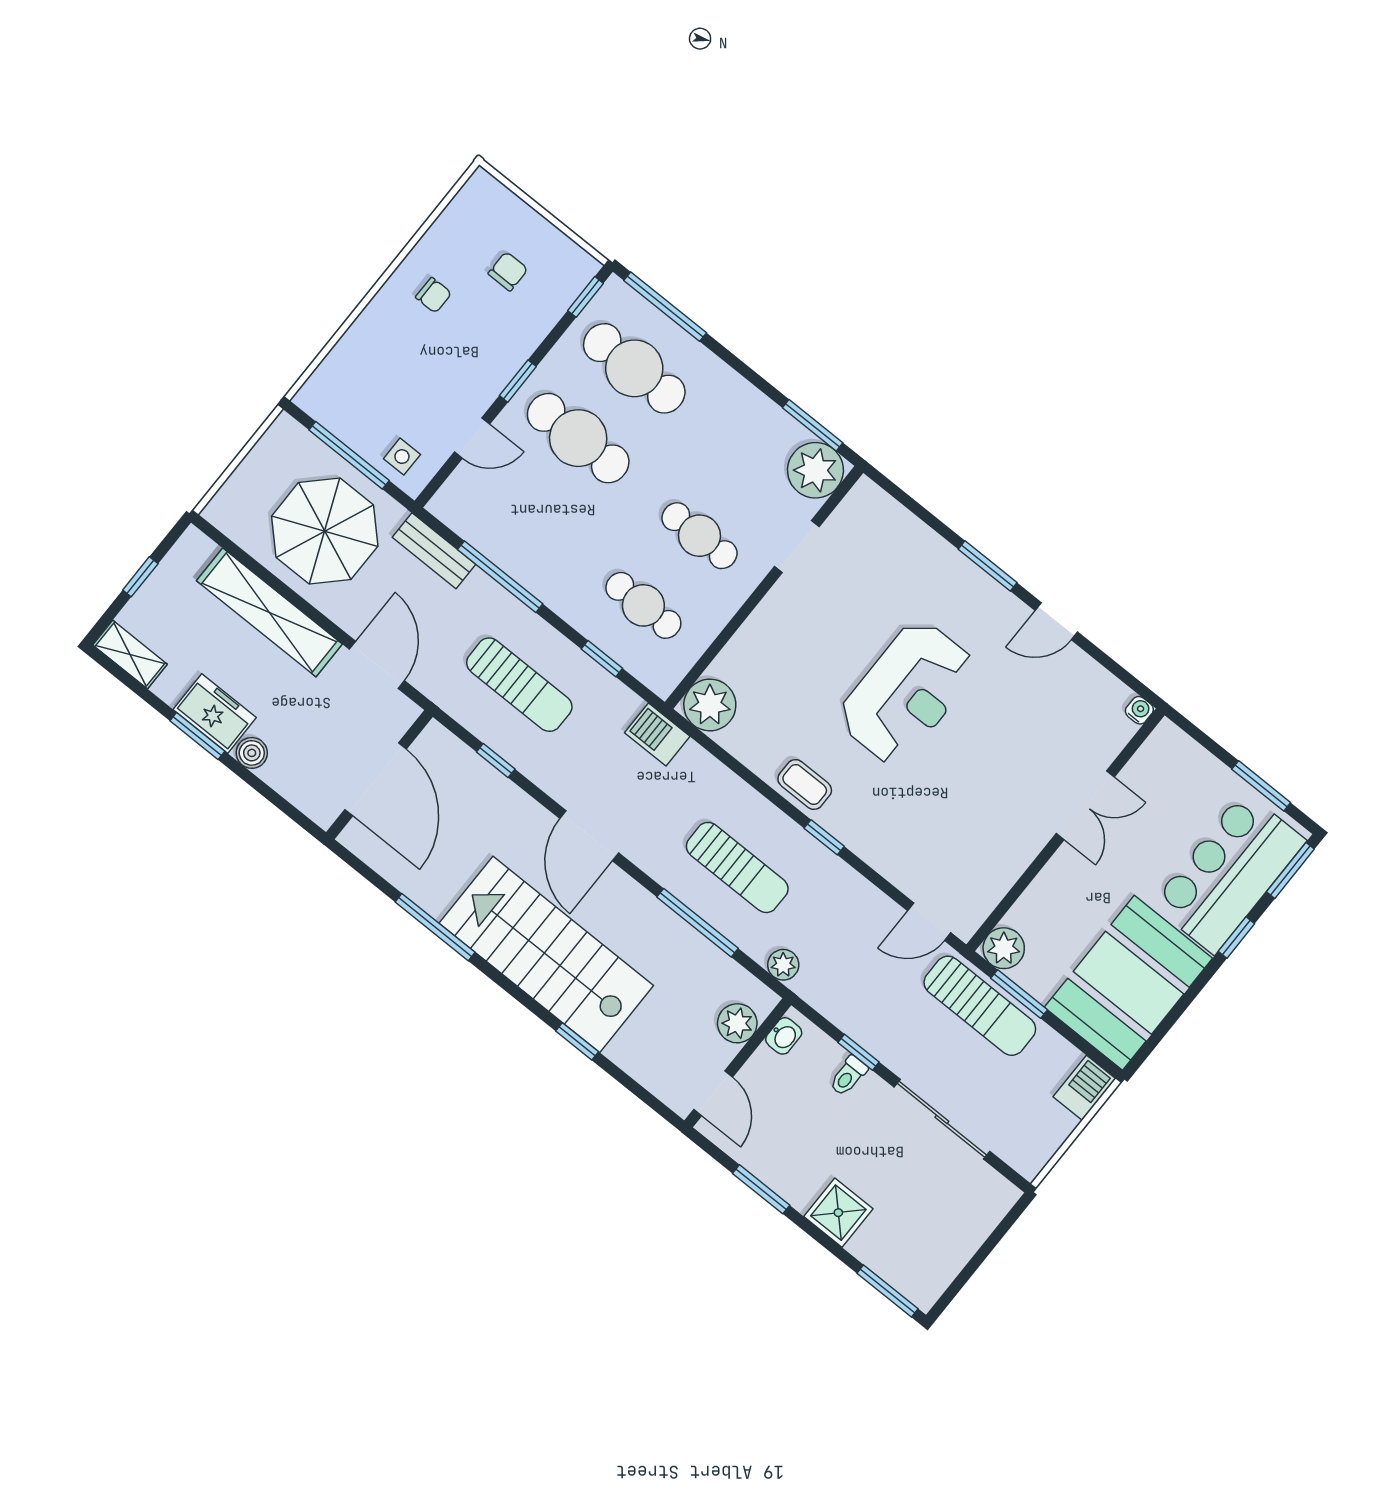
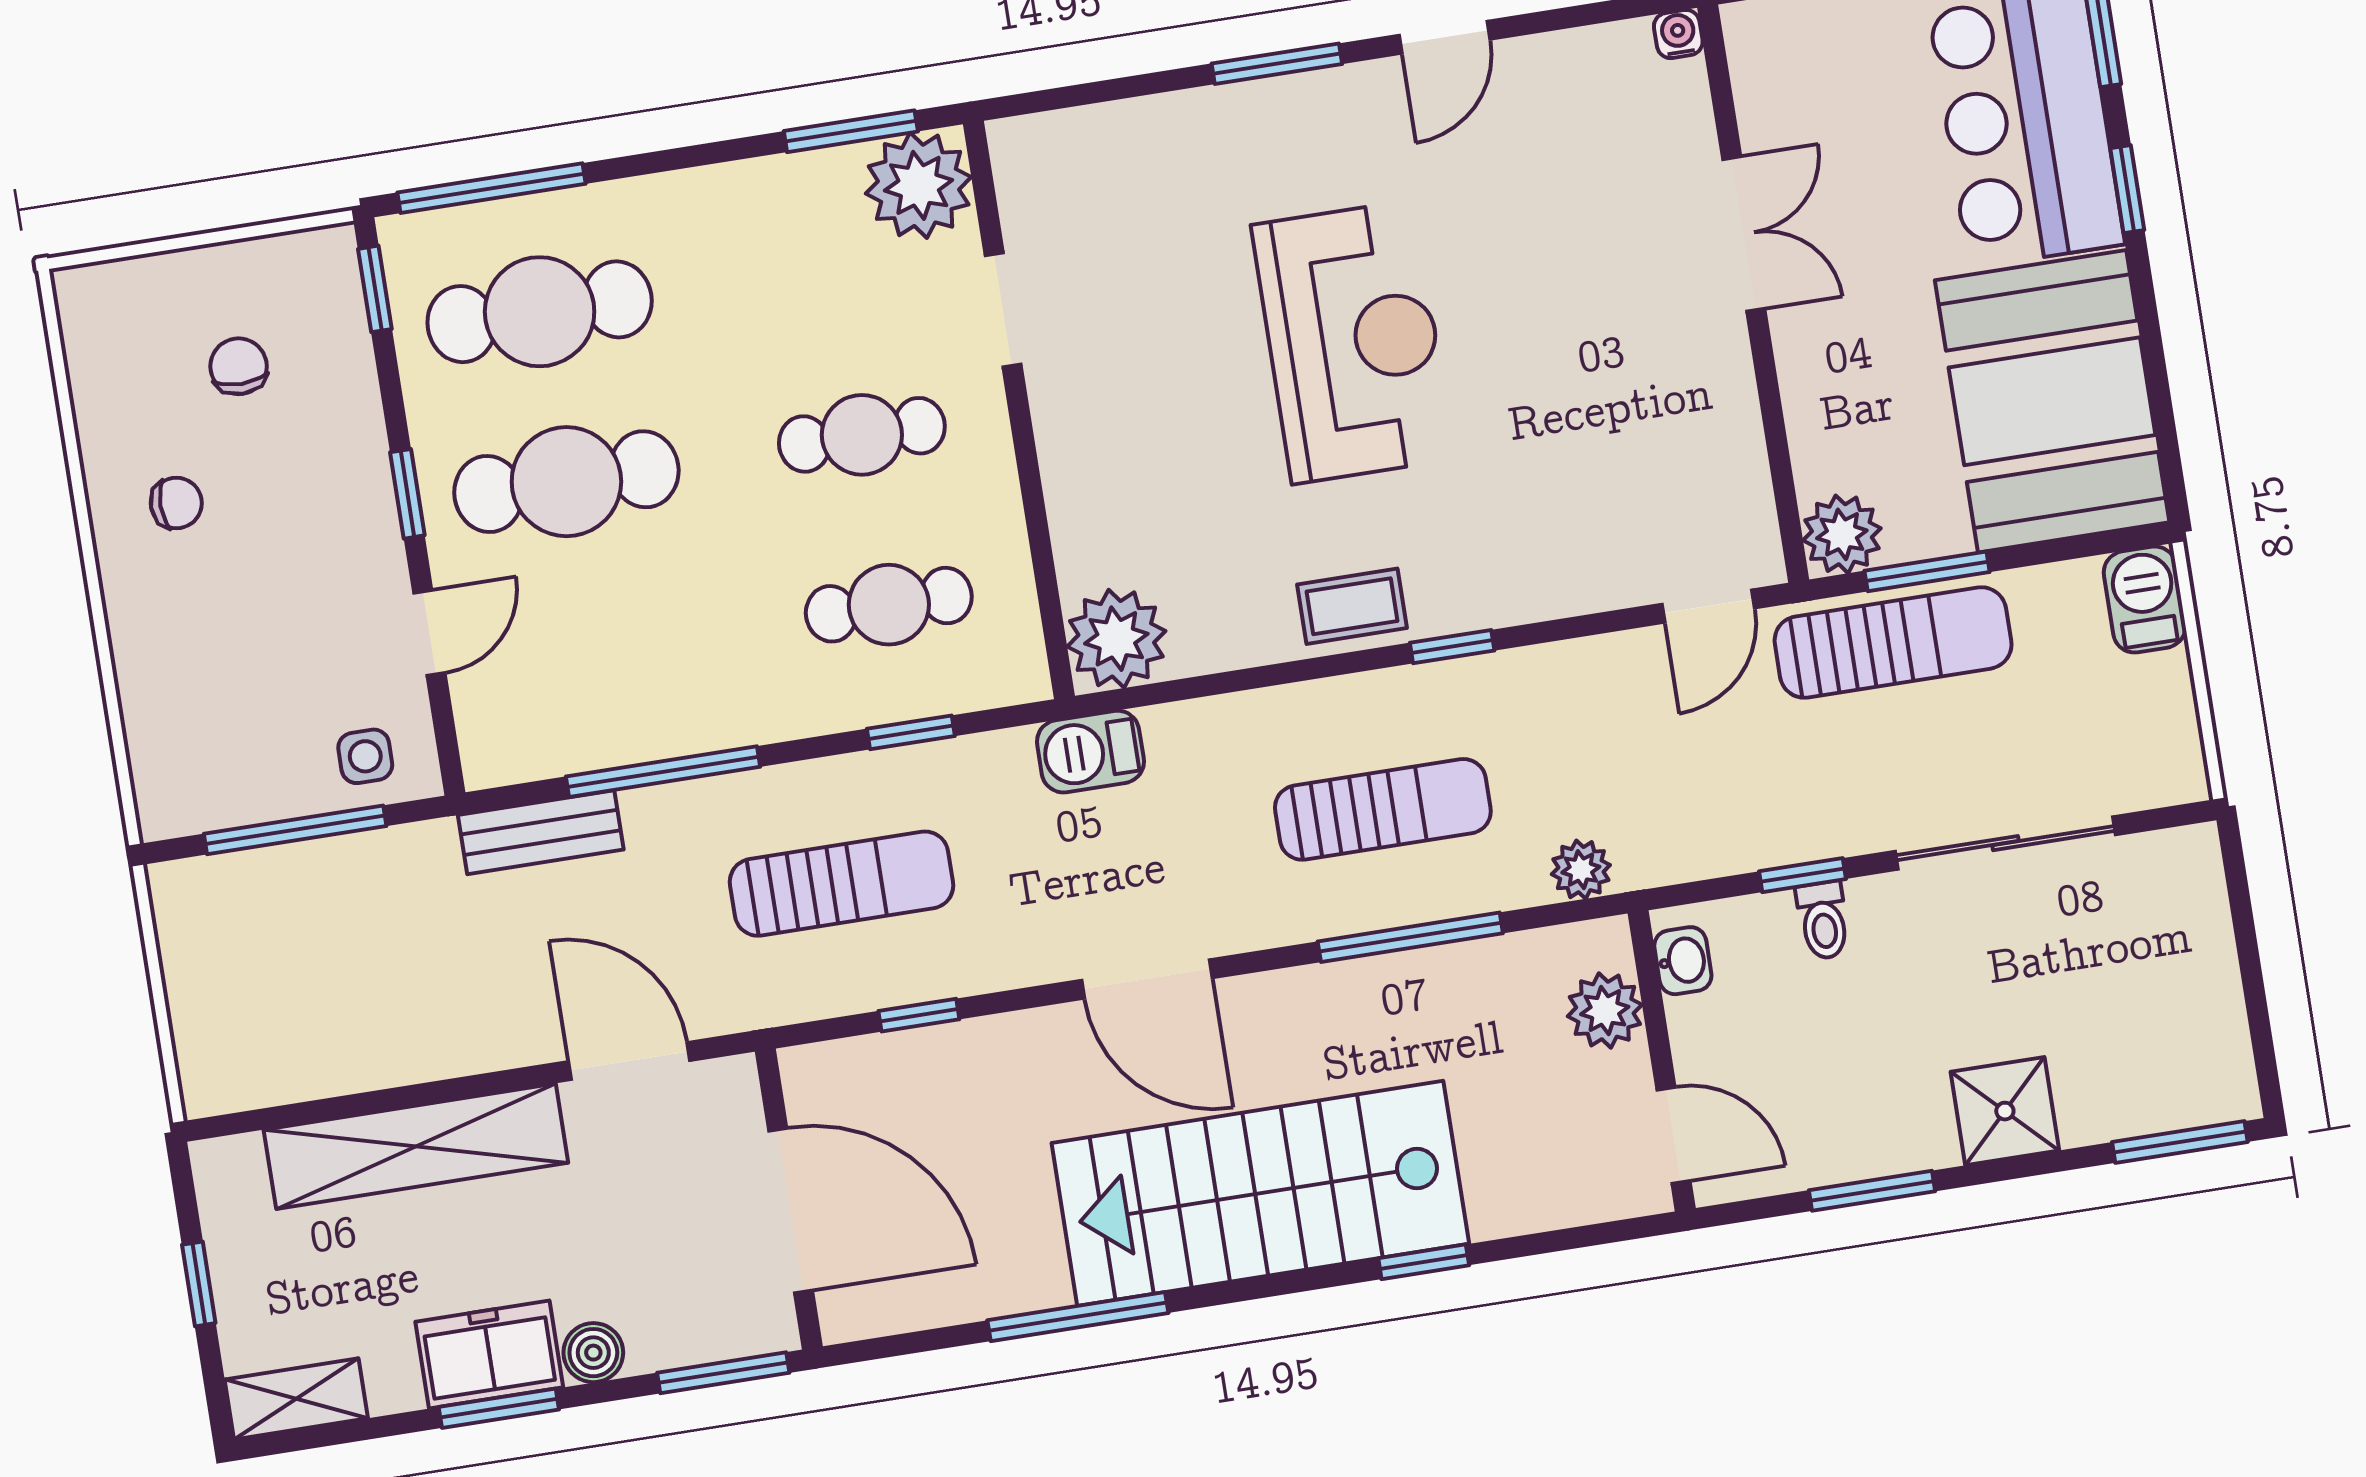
parasol: (325, 531) -> (372, 962), removed
window: (289, 810) -> (723, 1373), added

